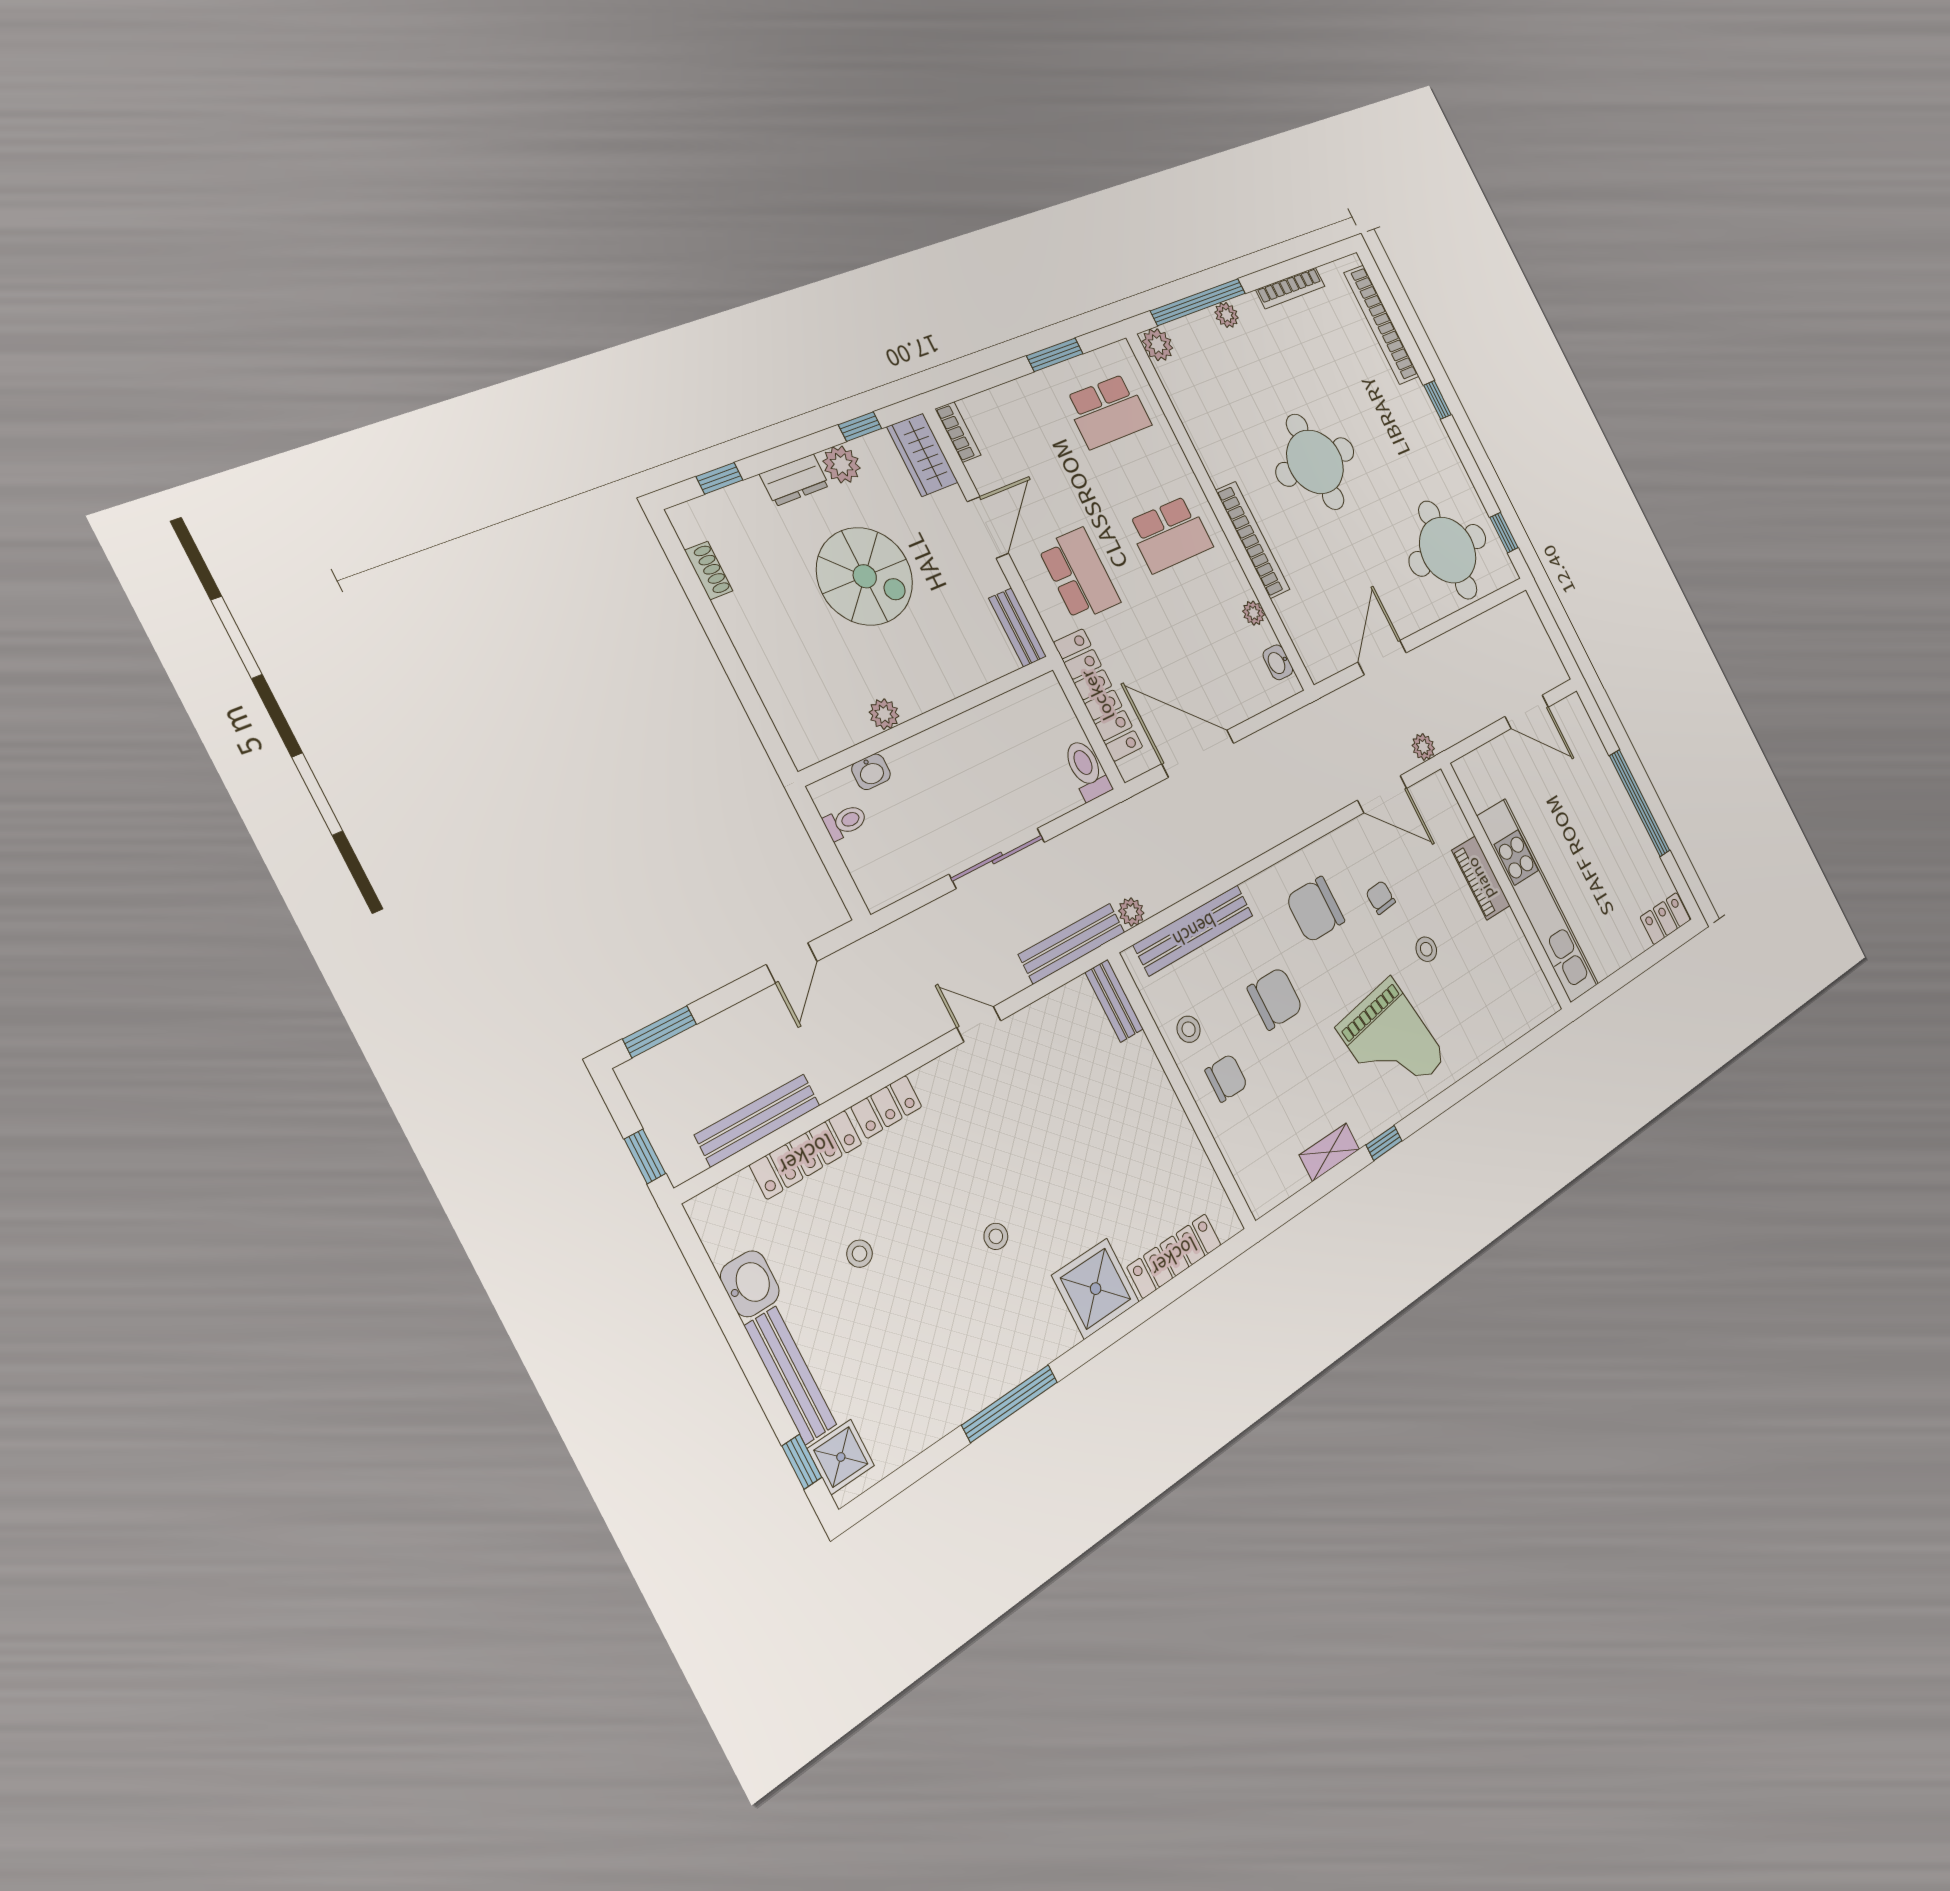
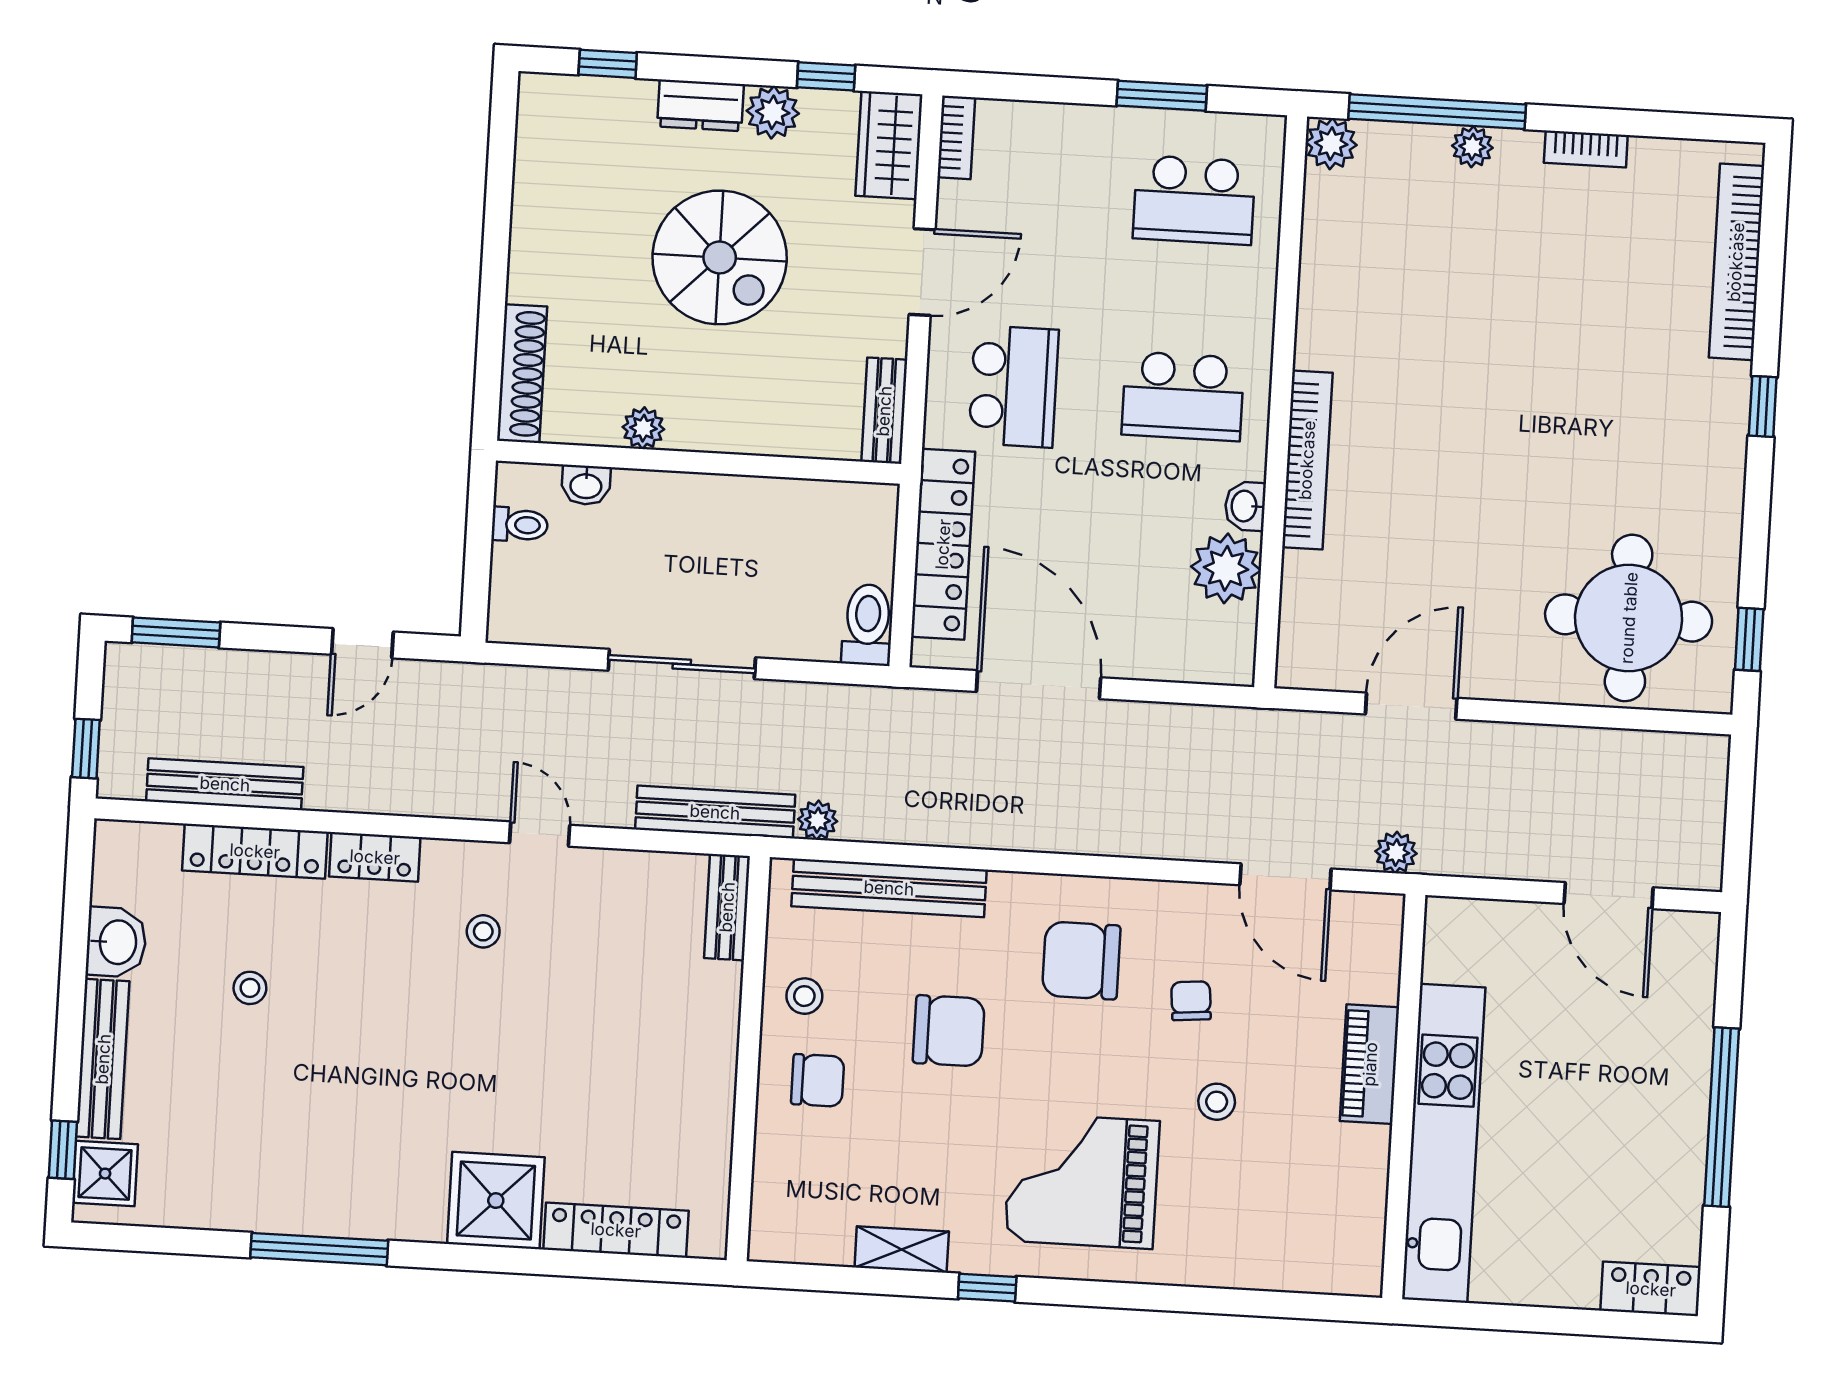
bookcase: (1290, 288) -> (1586, 149), width x0.64
round table: (1315, 462) -> (1483, 402), removed
shoe rack: (709, 570) -> (522, 374), moved, width x1.94, depth x1.24
plant: (1254, 613) -> (1226, 568), width x1.87, depth x1.87
washbasin: (1278, 662) -> (1245, 506), moved
grand piano: (1392, 1043) -> (1082, 1181), turned 99
stool: (996, 1236) -> (483, 931), moved

